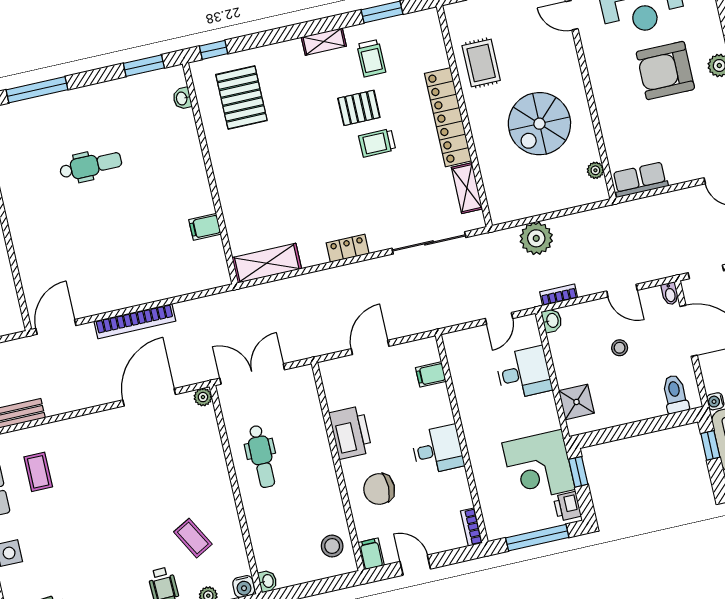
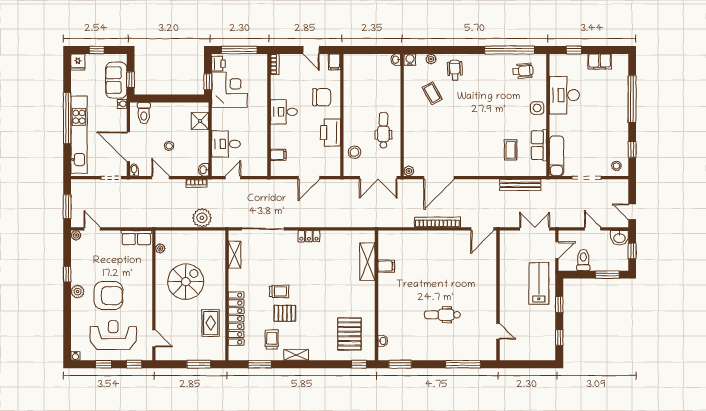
locker: (448, 117) -> (236, 319), moved
shelving: (267, 263) -> (367, 262), moved, turned 90
stool: (332, 546) -> (354, 152), moved

